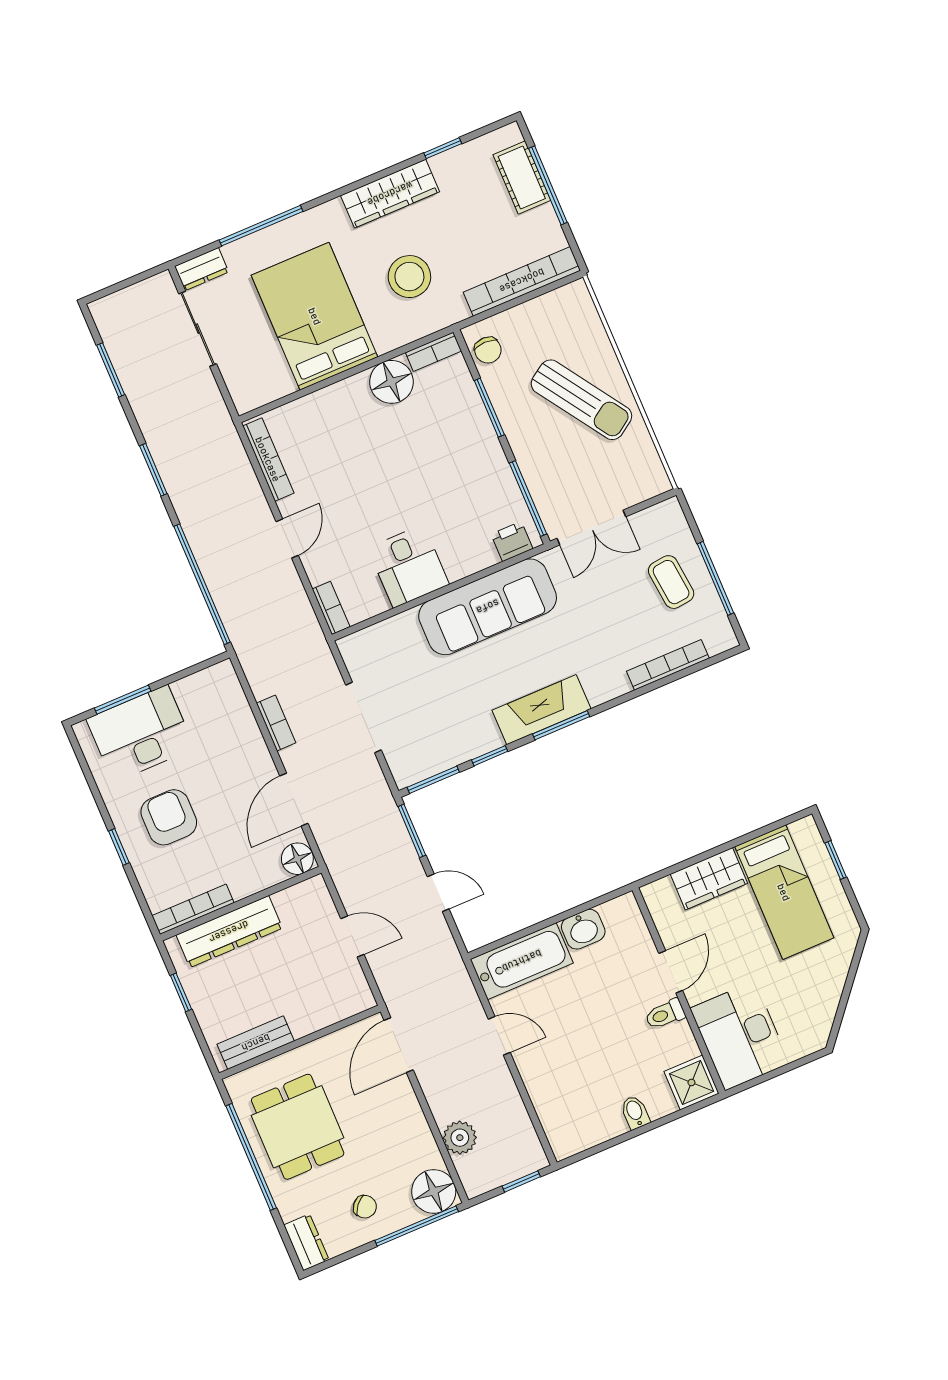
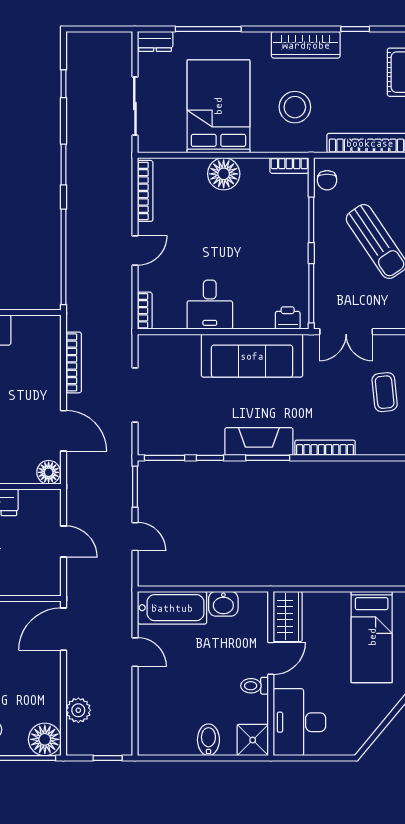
sliding door: (198, 329) -> (135, 106), moved
window: (111, 370) -> (63, 84), width x0.67
floor lamp: (391, 382) -> (224, 174), moved
bookcase: (668, 665) -> (325, 448), moved
bookcase: (276, 723) -> (74, 362), width x1.56
door: (294, 800) -> (63, 431), swing flipped
wardrobe: (709, 879) -> (288, 616), moved, turned -90
bidet: (635, 1112) -> (208, 740), width x1.38, depth x1.36

